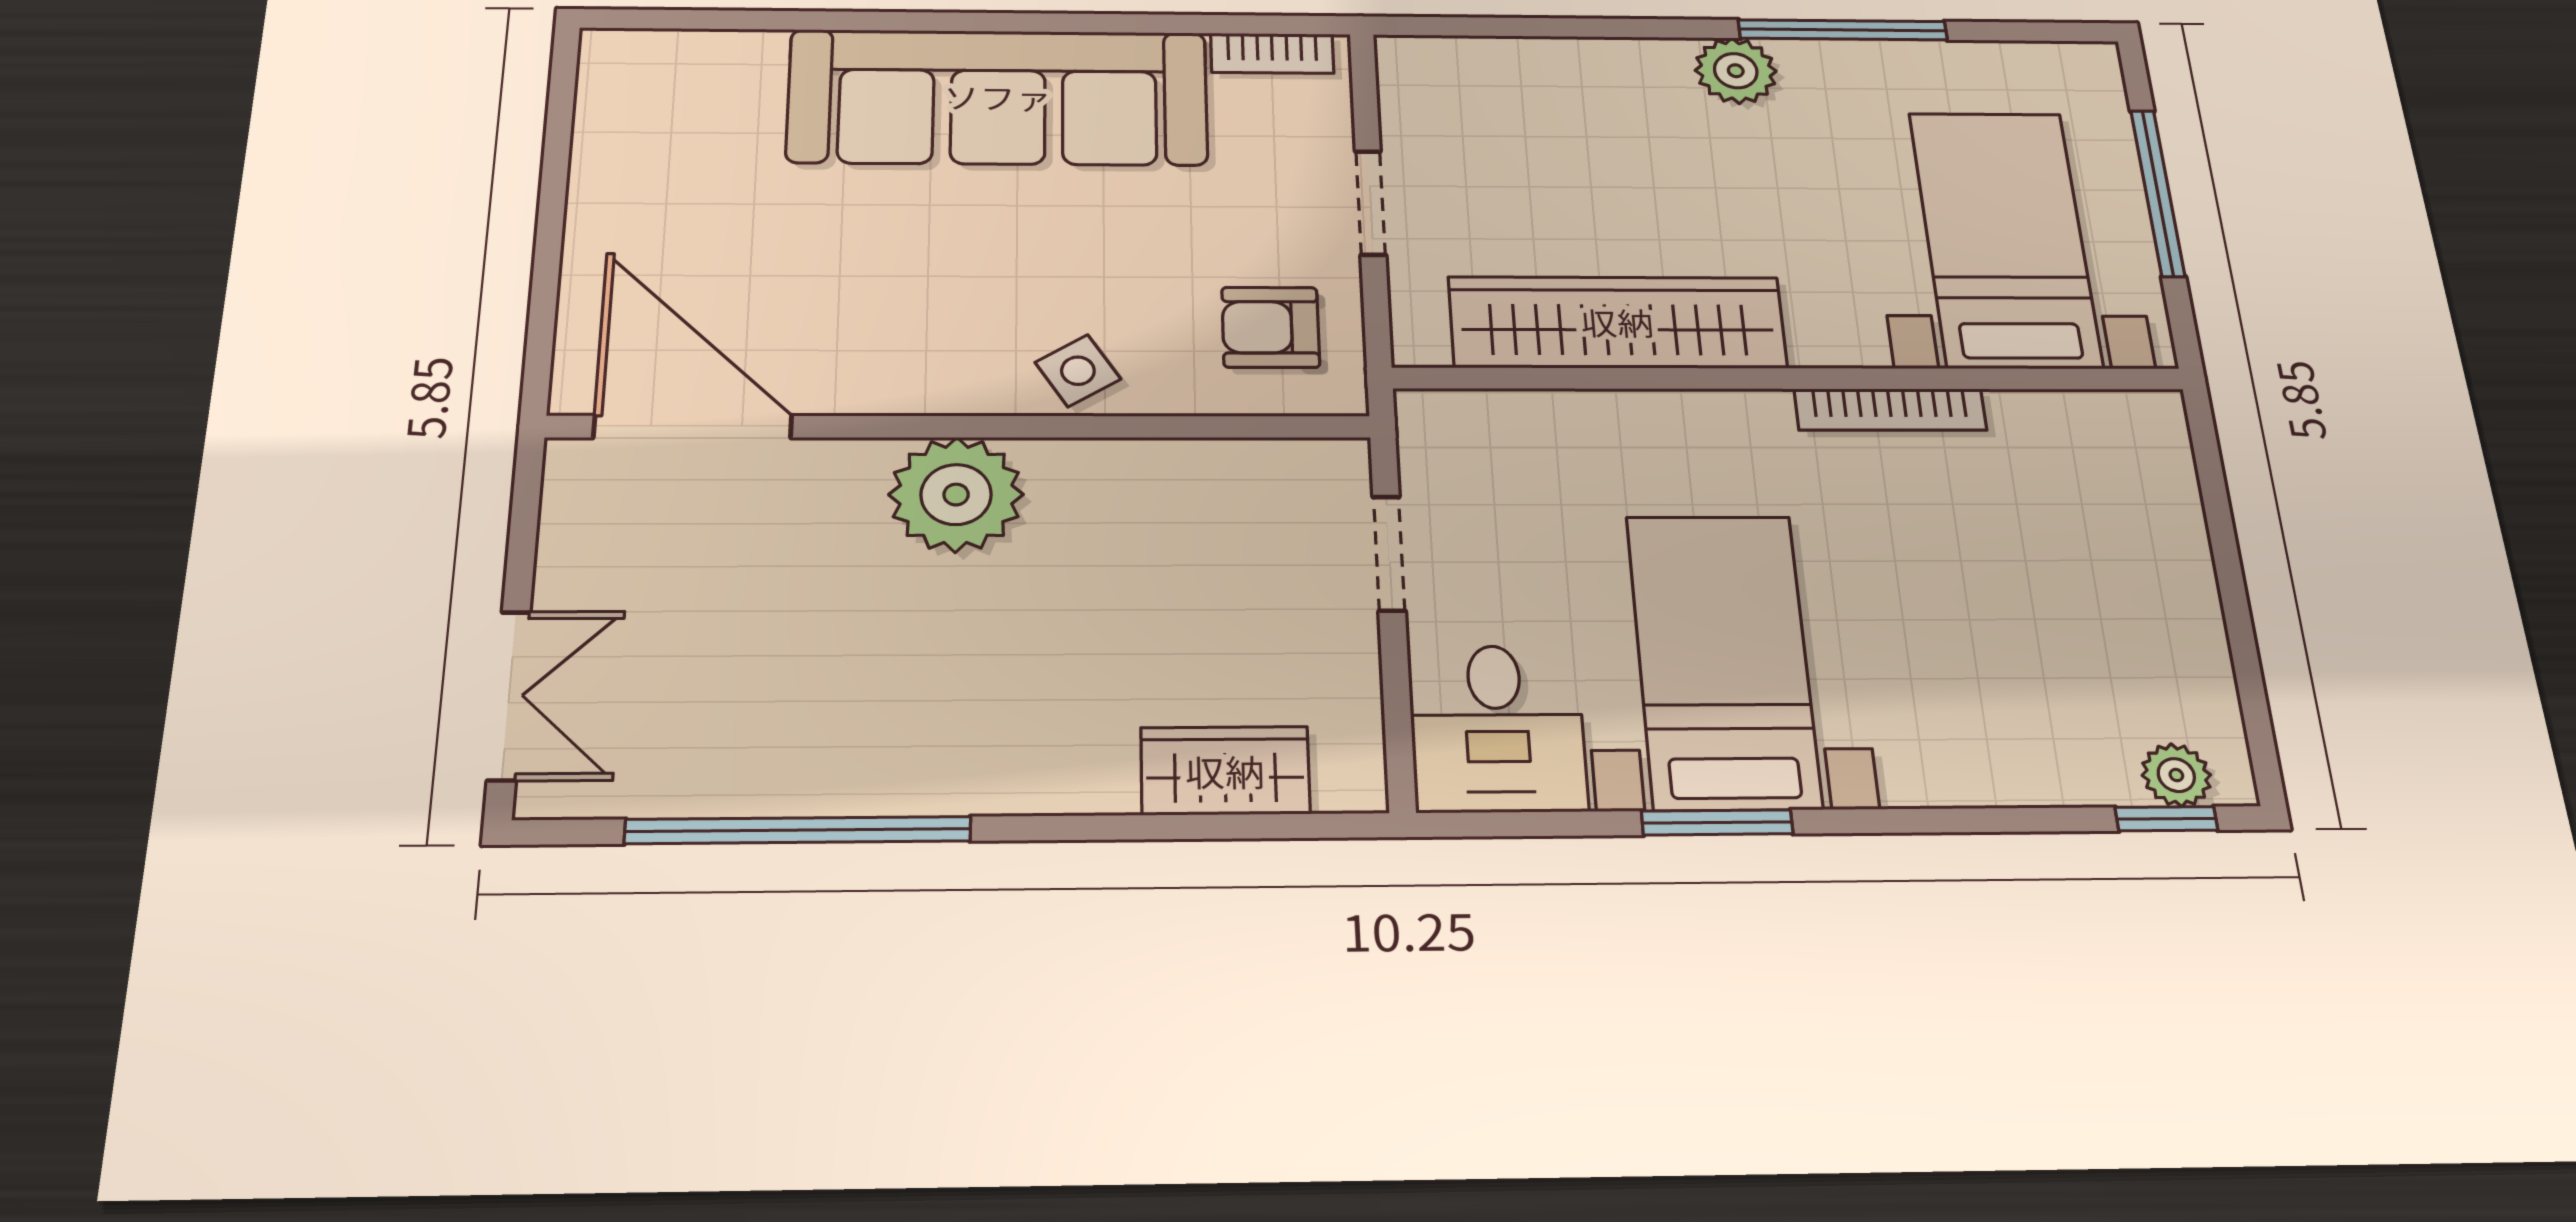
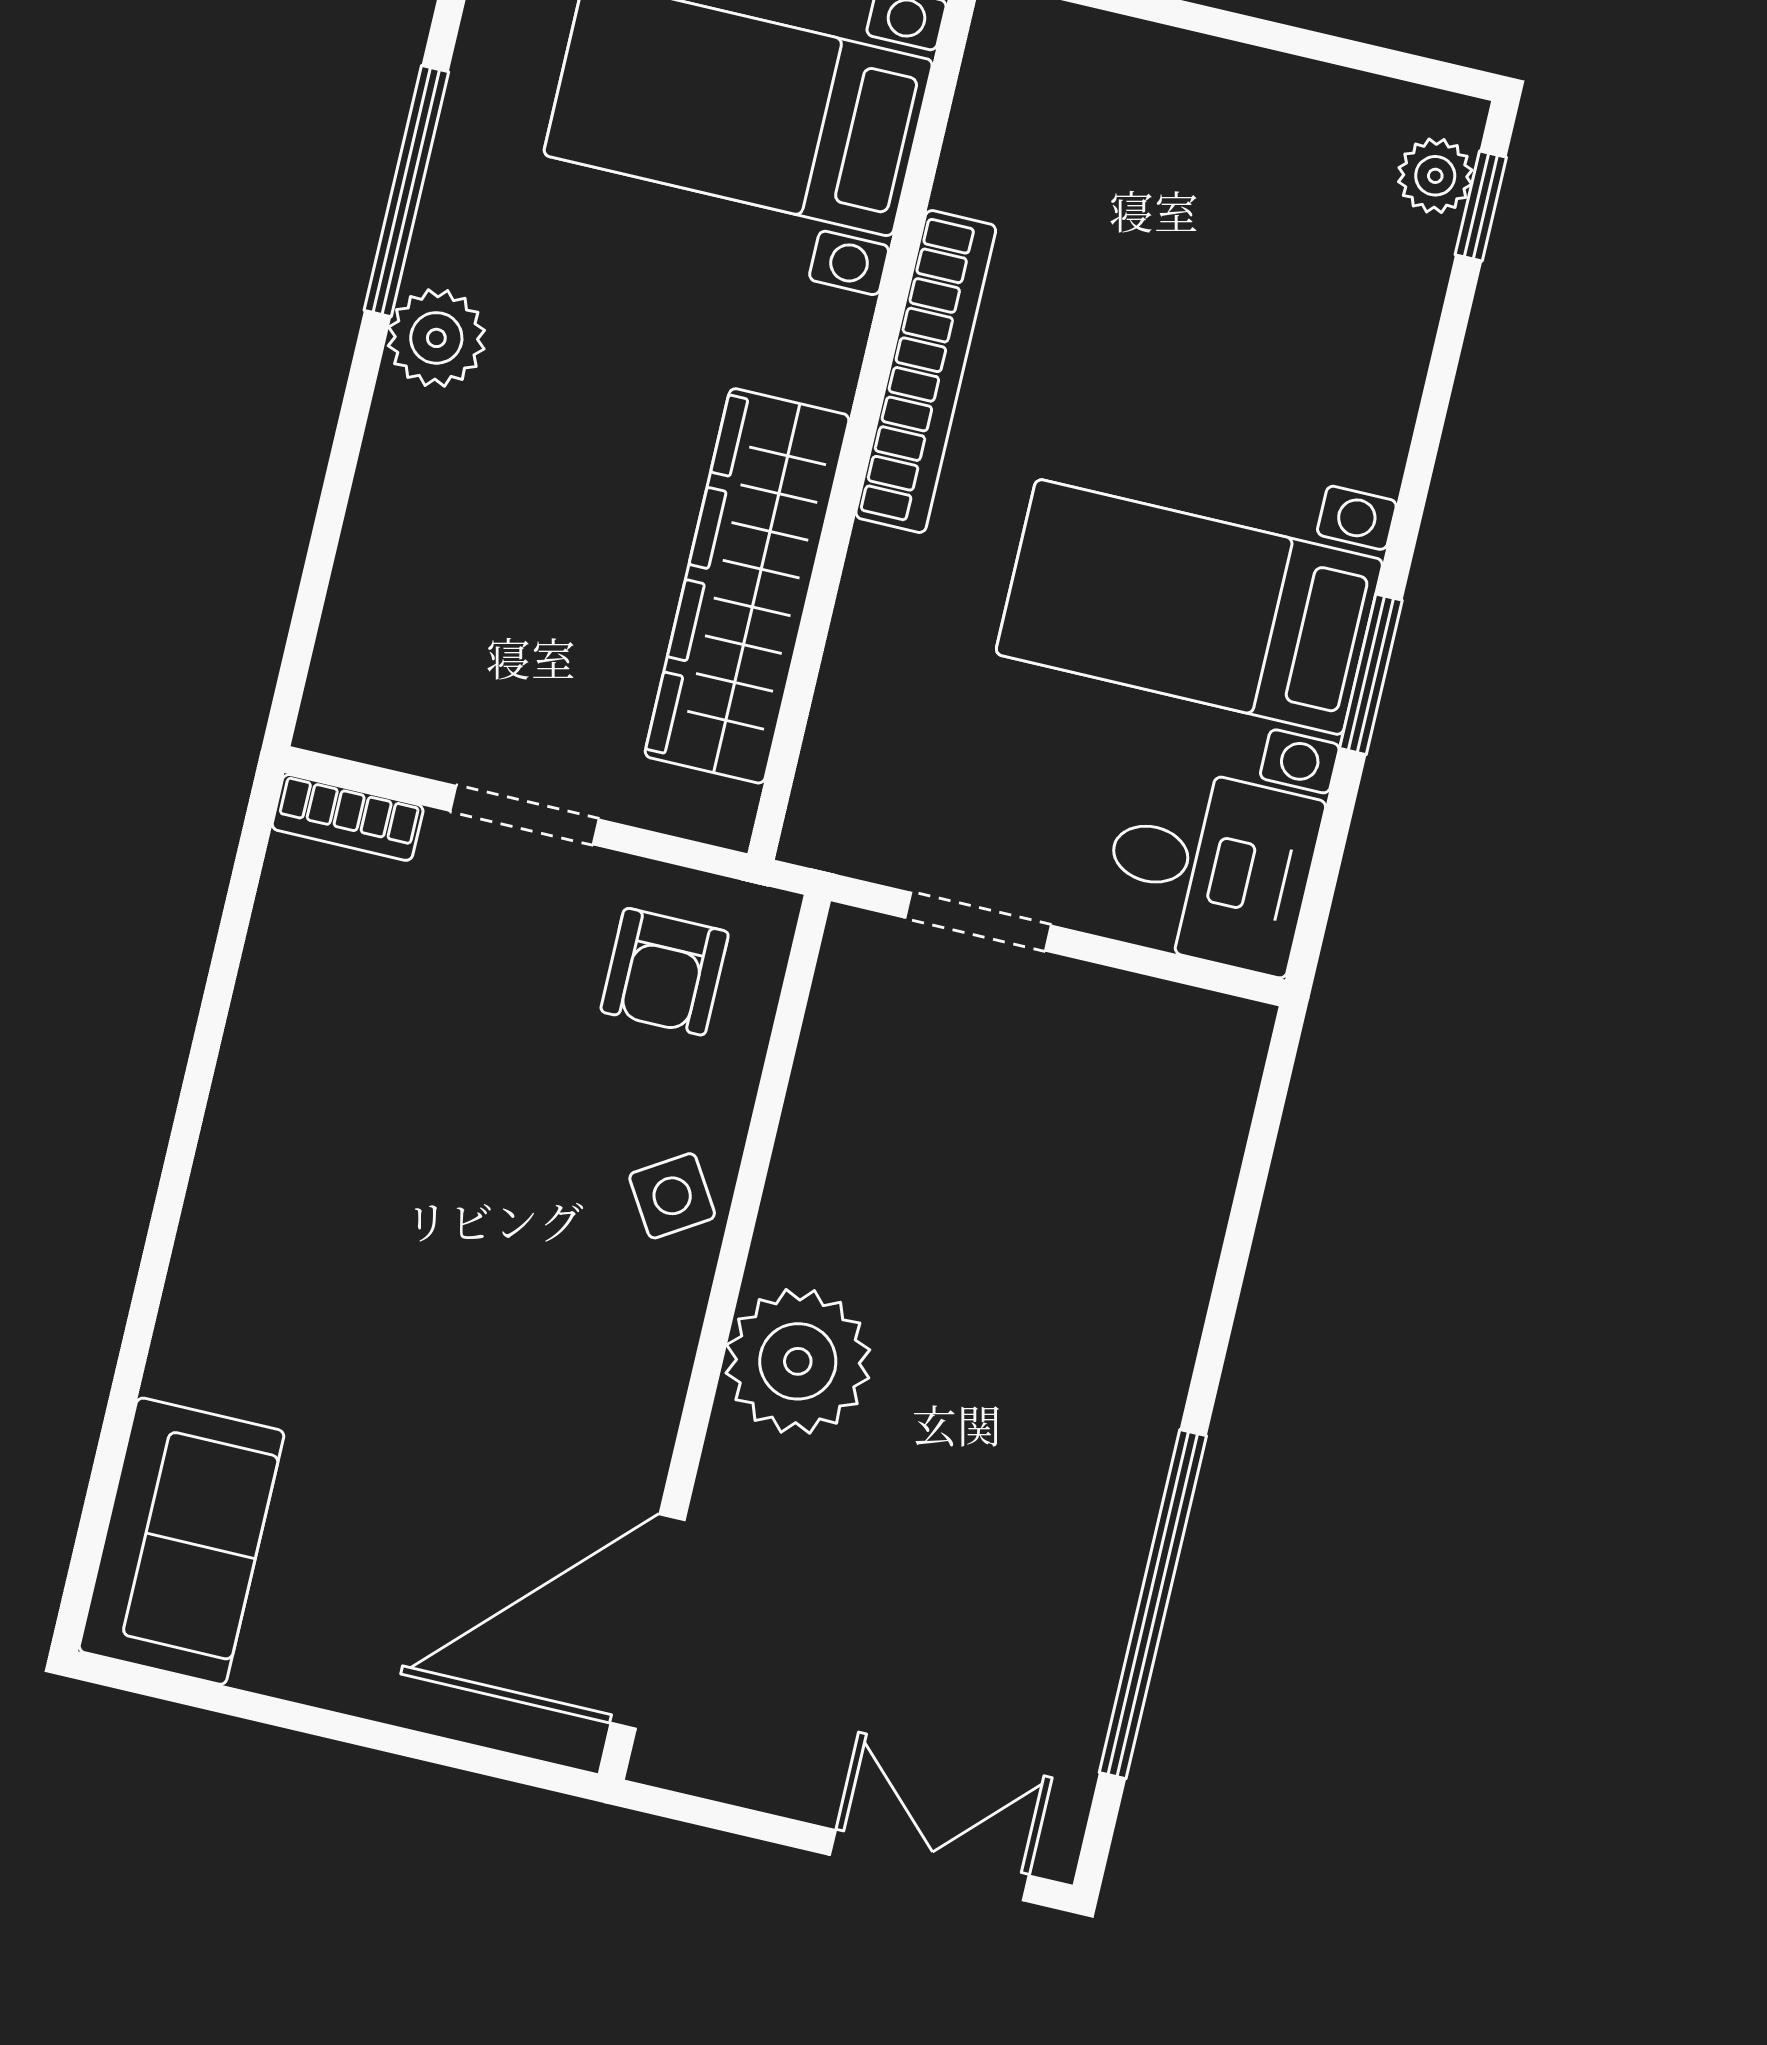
bookcase: (1272, 53) -> (348, 817), moved, turned 90
sofa: (998, 97) -> (182, 1541), moved, width x0.54, depth x0.79
bookcase: (1890, 409) -> (926, 372), width x1.48, depth x1.31
wardrobe: (1225, 771) -> (1191, 1161), removed

